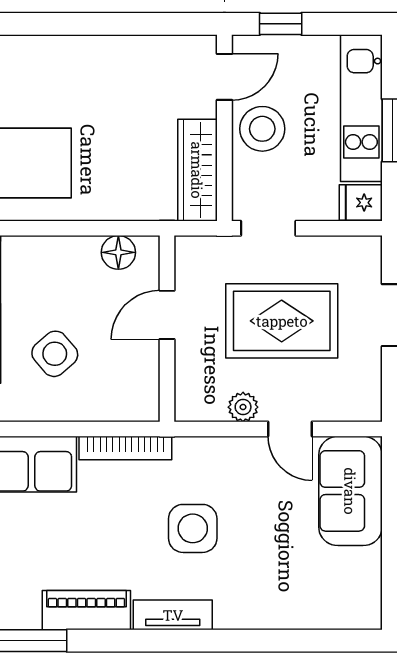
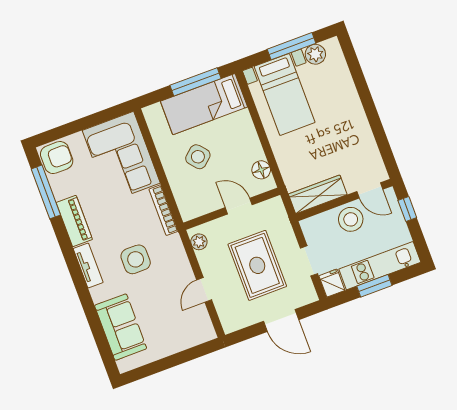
doorway: (268, 228) -> (309, 261), moved
plant: (243, 407) -> (199, 242), moved
sofa: (350, 491) -> (121, 327), moved, turned 90

